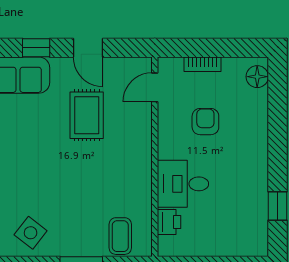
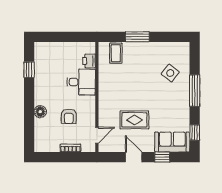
floor lamp: (257, 77) -> (40, 112), moved
rug: (87, 115) -> (134, 120), turned 90
side table: (31, 233) -> (170, 73), moved

